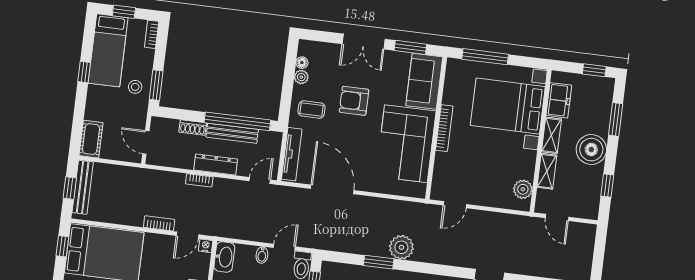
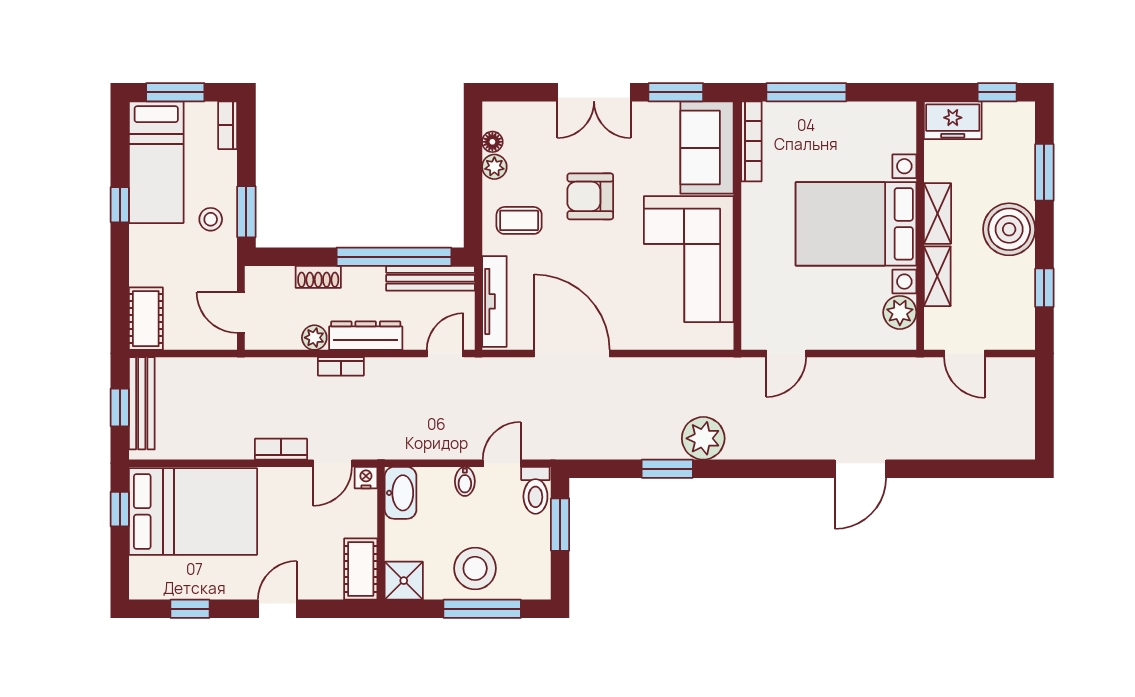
window: (124, 12) -> (175, 92), width x1.50
freezer: (559, 100) -> (953, 120), moved, turned 90
bed with nightstands: (508, 106) -> (856, 224), moved
bookcase: (444, 128) -> (751, 141), moved
bench: (232, 133) -> (431, 278), moved
plant: (186, 162) -> (314, 338), added

